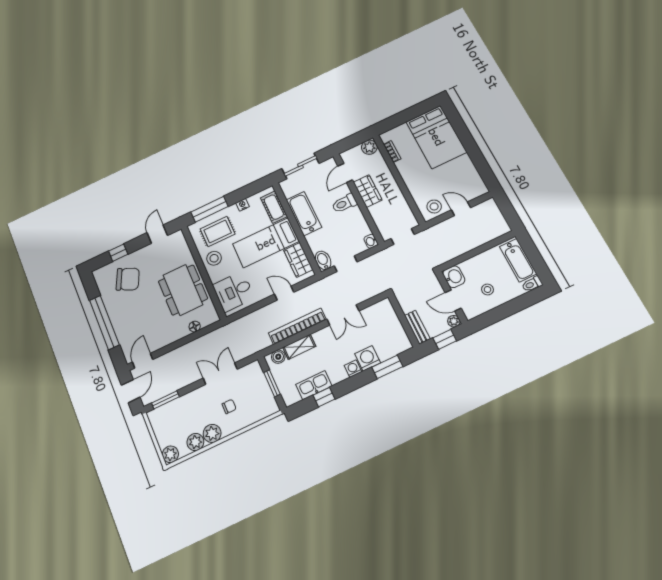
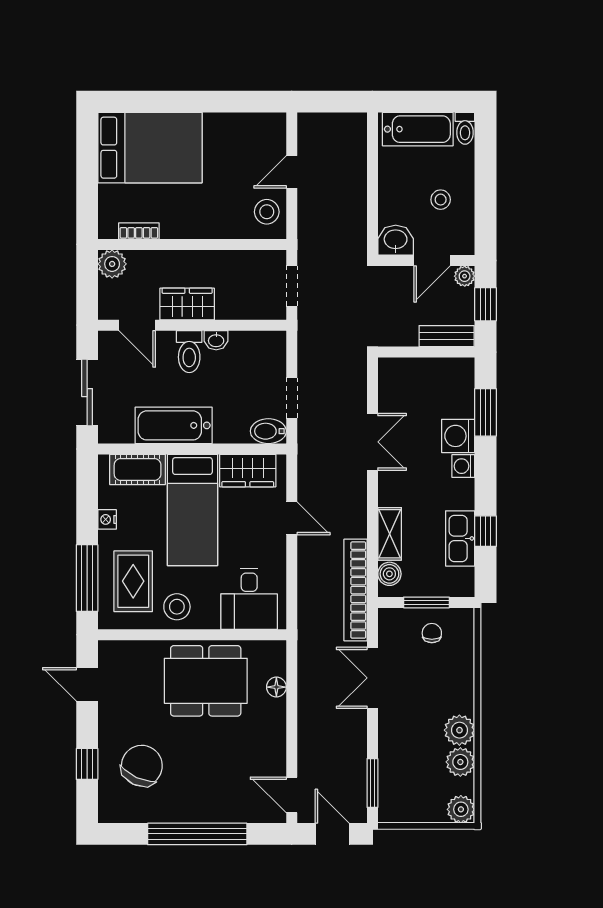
washbasin: (371, 241) -> (216, 340), moved
door: (284, 293) -> (292, 518), swing flipped
bookcase: (297, 326) -> (356, 590), moved
chair: (229, 406) -> (432, 633), moved

